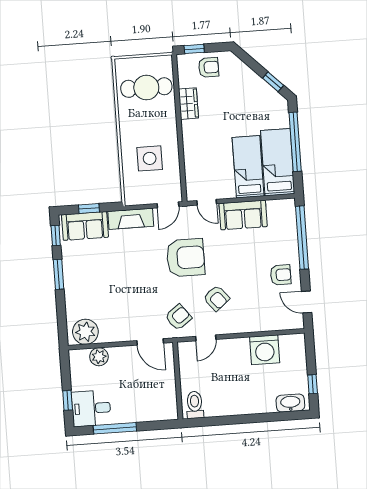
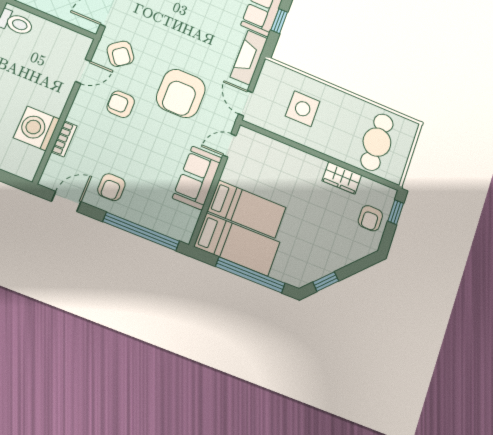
armchair: (216, 298) -> (121, 104), turned 40
bookcase: (262, 326) -> (64, 139), added
door: (206, 338) -> (83, 71), swing flipped

